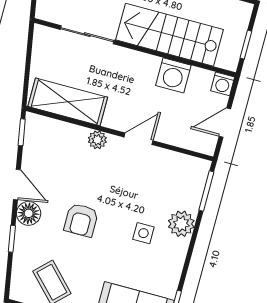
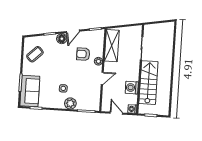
door: (138, 139) -> (102, 78), hinge flipped
armchair: (81, 220) -> (83, 54), moved

